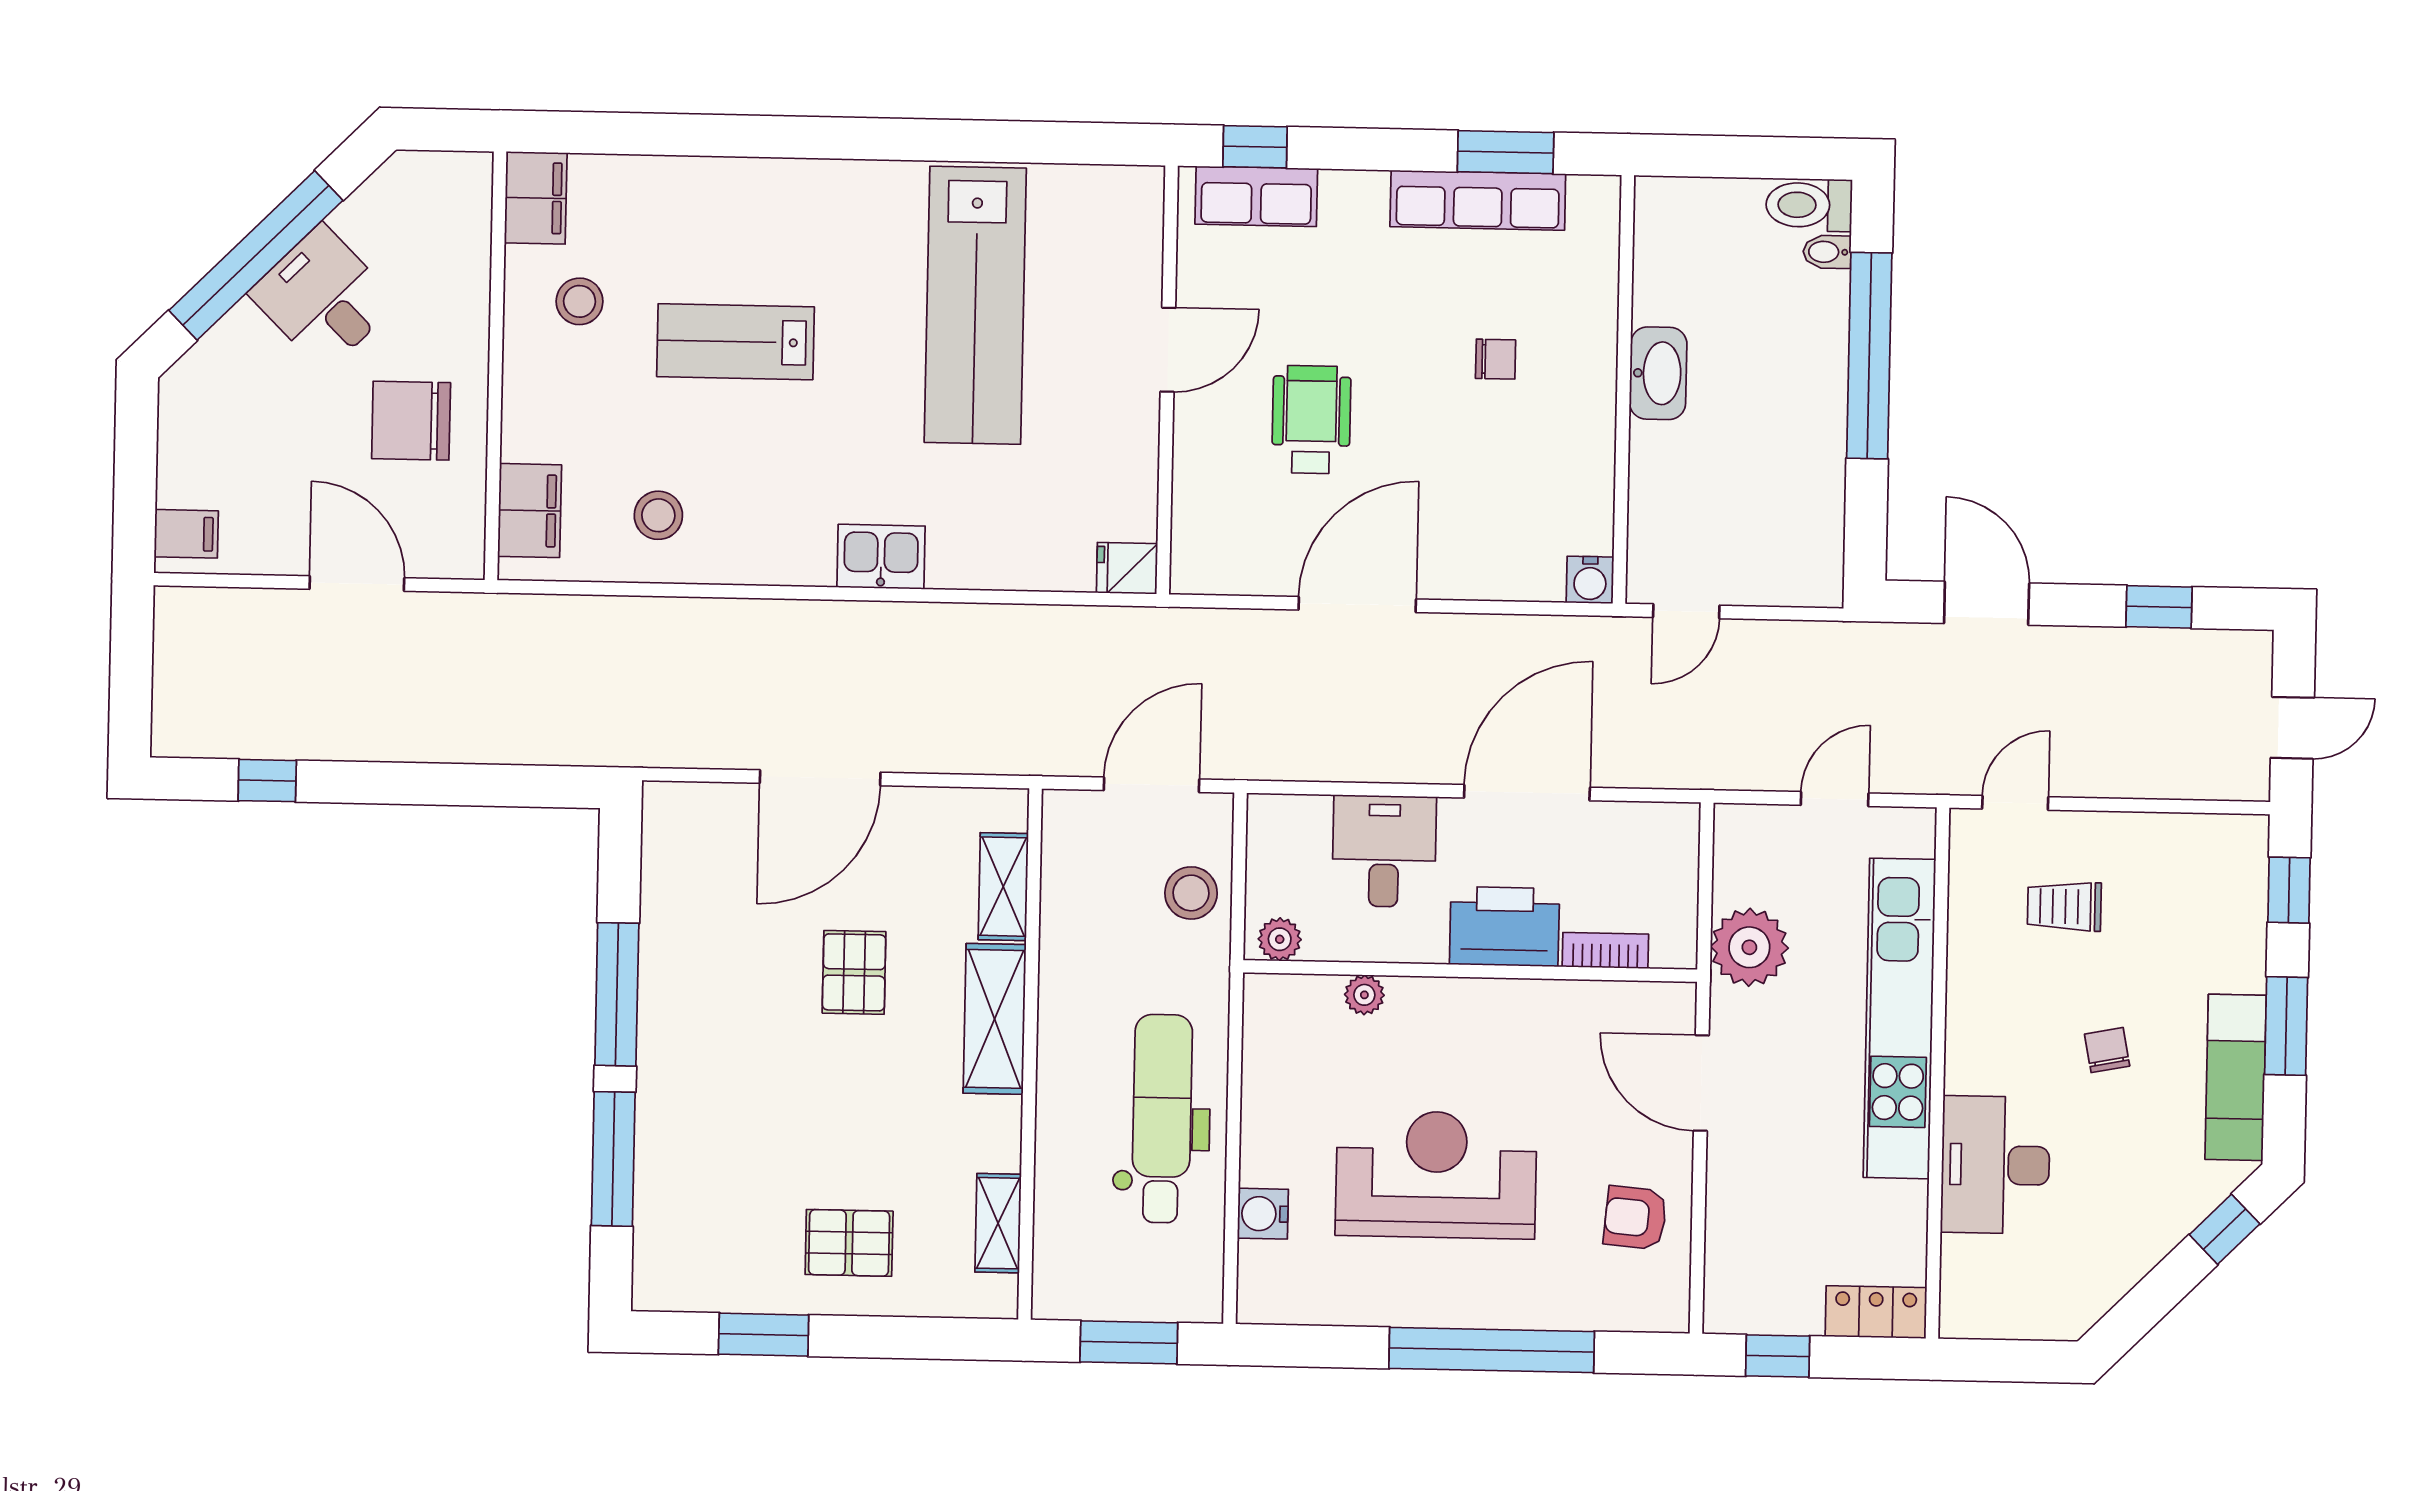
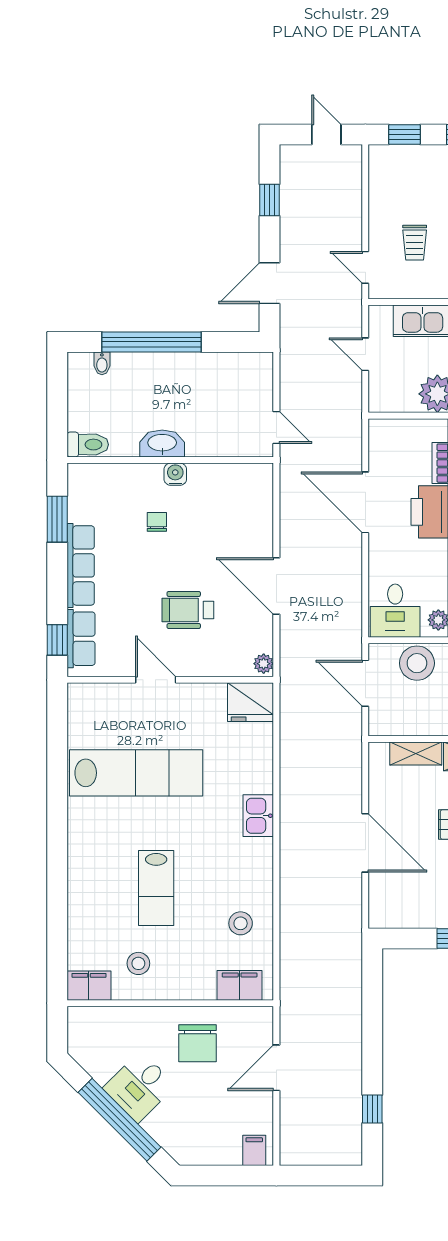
row of seats: (1478, 200) -> (81, 565), moved
toilet: (1809, 205) -> (88, 445), moved, turned -90
fridge: (1127, 568) -> (251, 702), width x1.88, depth x1.34
plant: (1197, 574) -> (264, 664), added
water cooler: (1590, 580) -> (175, 474), moved, turned -90
desk: (1384, 851) -> (395, 611), moved, turned -90
stool: (1191, 893) -> (417, 663), width x1.38, depth x1.38

